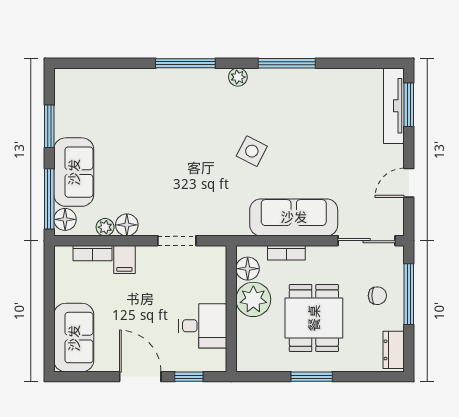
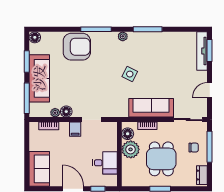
armchair: (148, 97) -> (77, 47), added
sofa: (74, 172) -> (39, 78), width x1.36
floor lamp: (65, 219) -> (35, 37), moved
filing cabinet: (124, 259) -> (75, 129), moved

